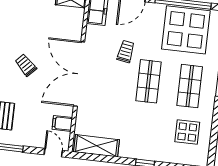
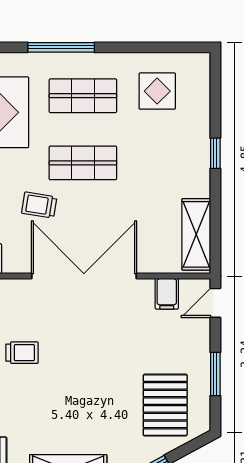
trolley: (26, 65) -> (22, 353), moved, turned -134
double door: (79, 74) -> (84, 276), swing flipped

